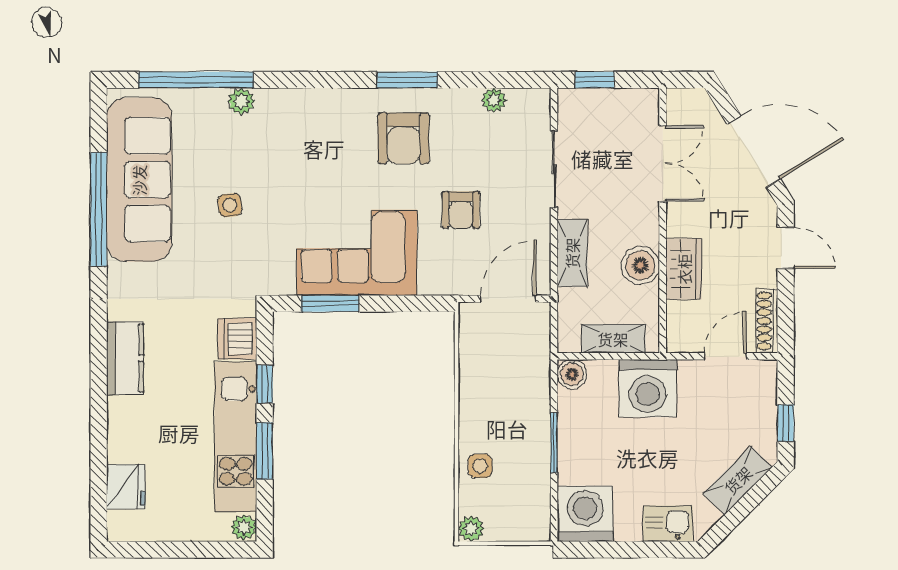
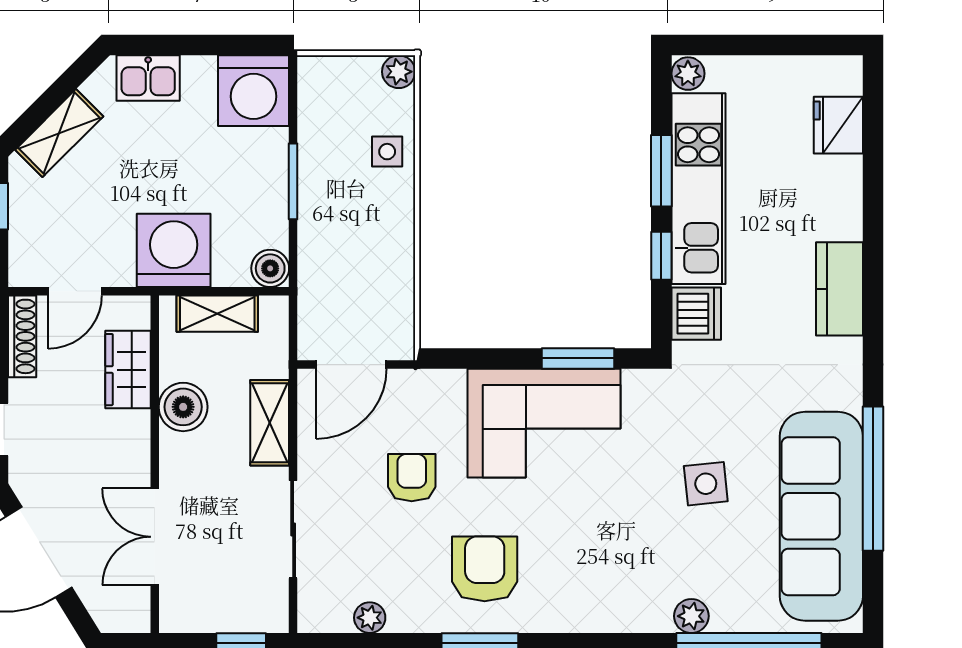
side table: (230, 205) -> (706, 484), width x1.37, depth x1.37
wardrobe: (684, 269) -> (128, 370), moved

